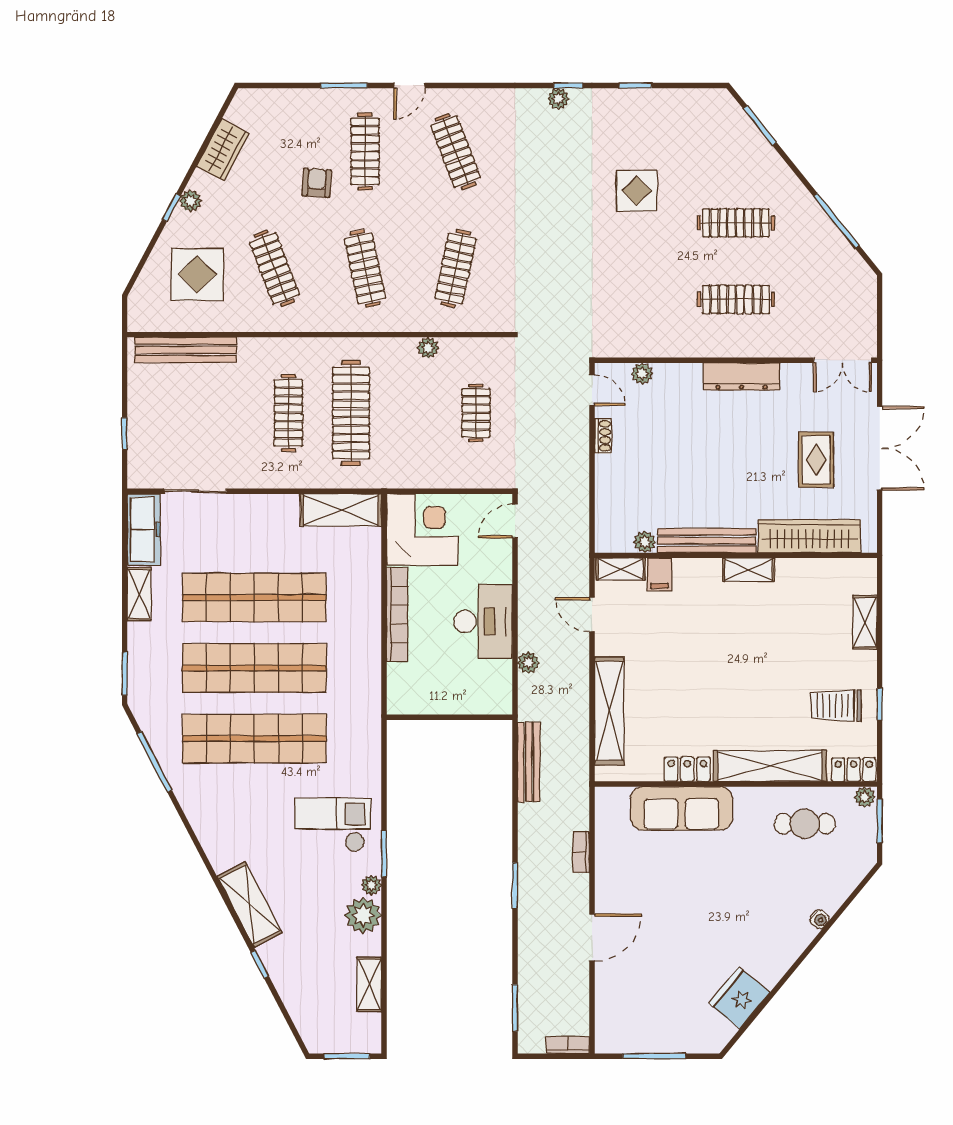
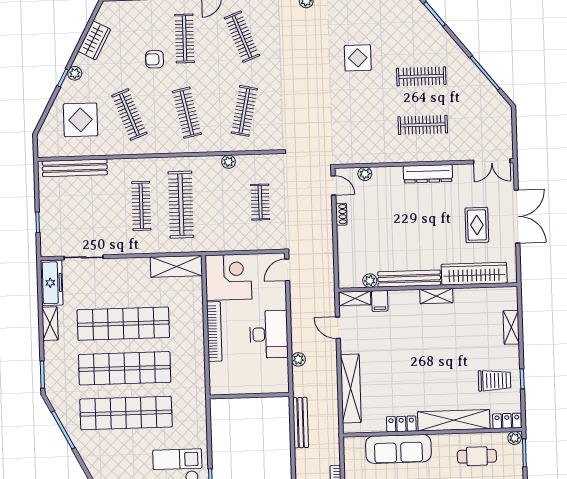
armchair: (317, 183) -> (155, 59), turned -94
trolley: (836, 705) -> (494, 381), turned 180

